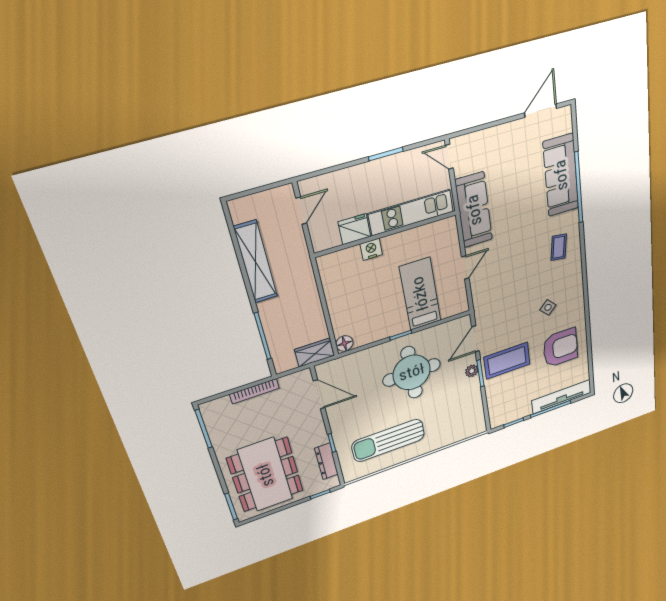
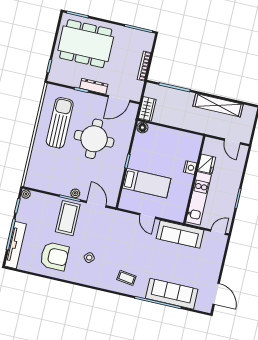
armchair: (560, 348) -> (54, 256), turned -90
round table: (412, 372) -> (94, 139), moved
plant: (496, 422) -> (26, 194), added
dresser: (326, 461) -> (94, 86), moved

